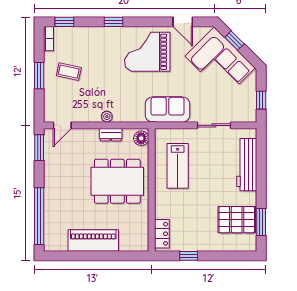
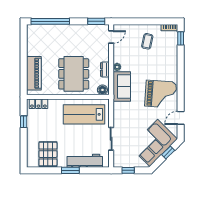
window: (113, 22) -> (181, 71), removed
grand piano: (147, 52) -> (161, 94), turned 94
window: (39, 76) -> (145, 21), removed
sofa: (168, 110) -> (122, 86), moved
door: (62, 125) -> (111, 37), swing flipped
lab bench: (178, 166) -> (84, 114), width x1.36, depth x1.39
window: (261, 222) -> (70, 170), moved
piano: (93, 241) -> (34, 73), moved

